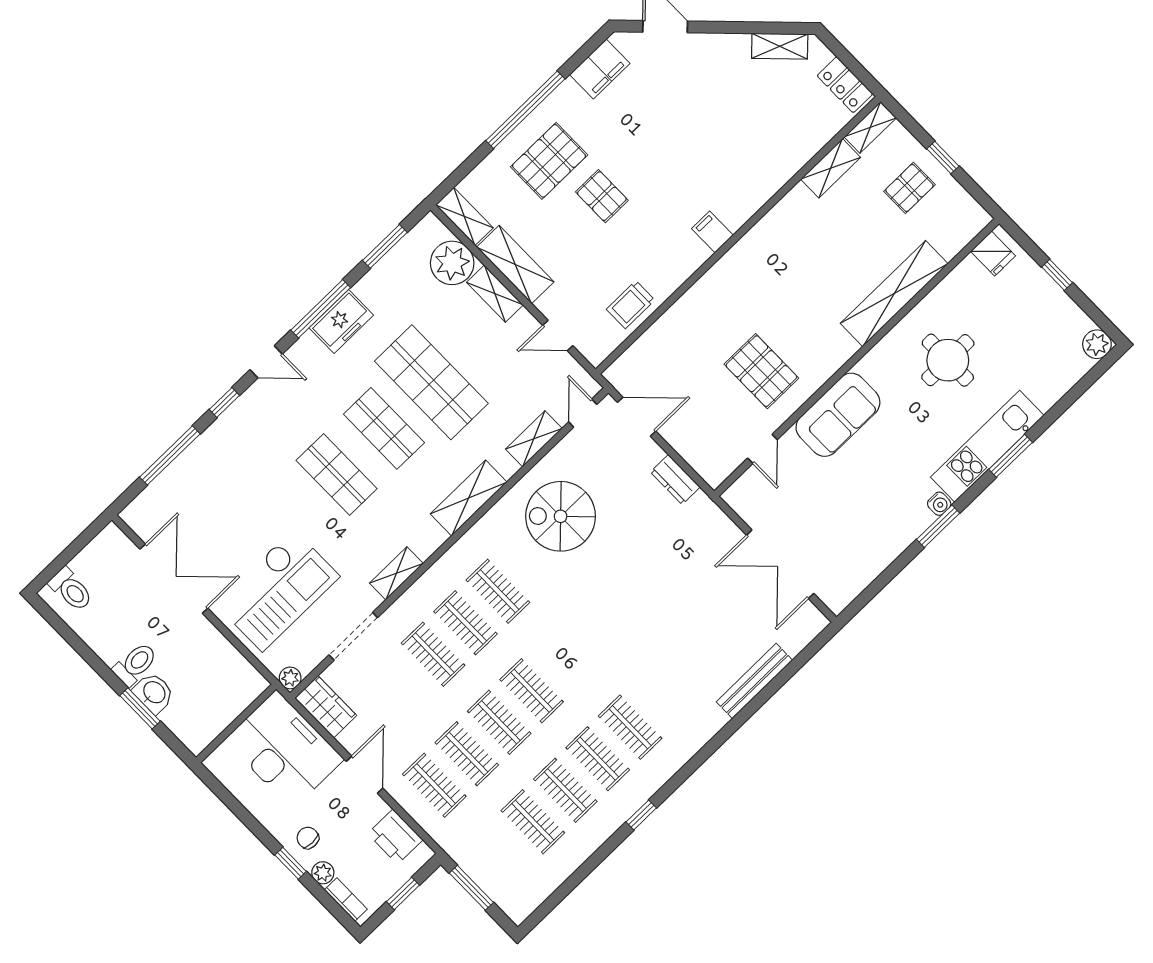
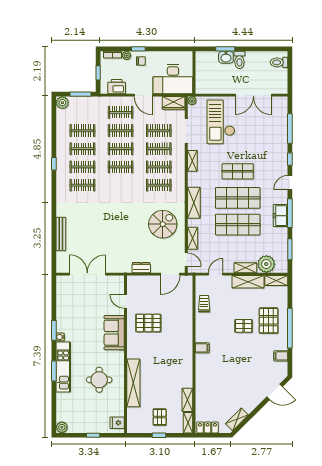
filing cabinet: (600, 69) -> (281, 356), width x0.50
shop shelf: (384, 428) -> (238, 198), width x1.43, depth x1.36
clothes rail: (401, 686) -> (159, 130), added
plant: (518, 905) -> (62, 103), added

